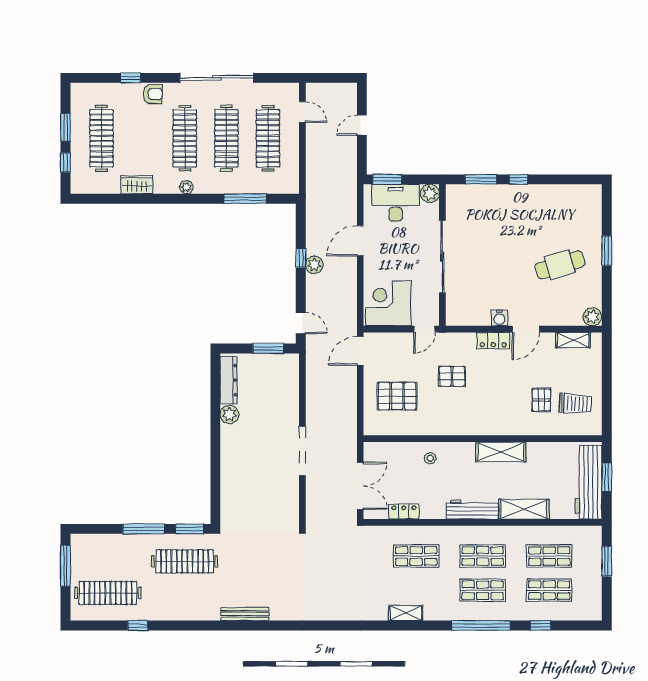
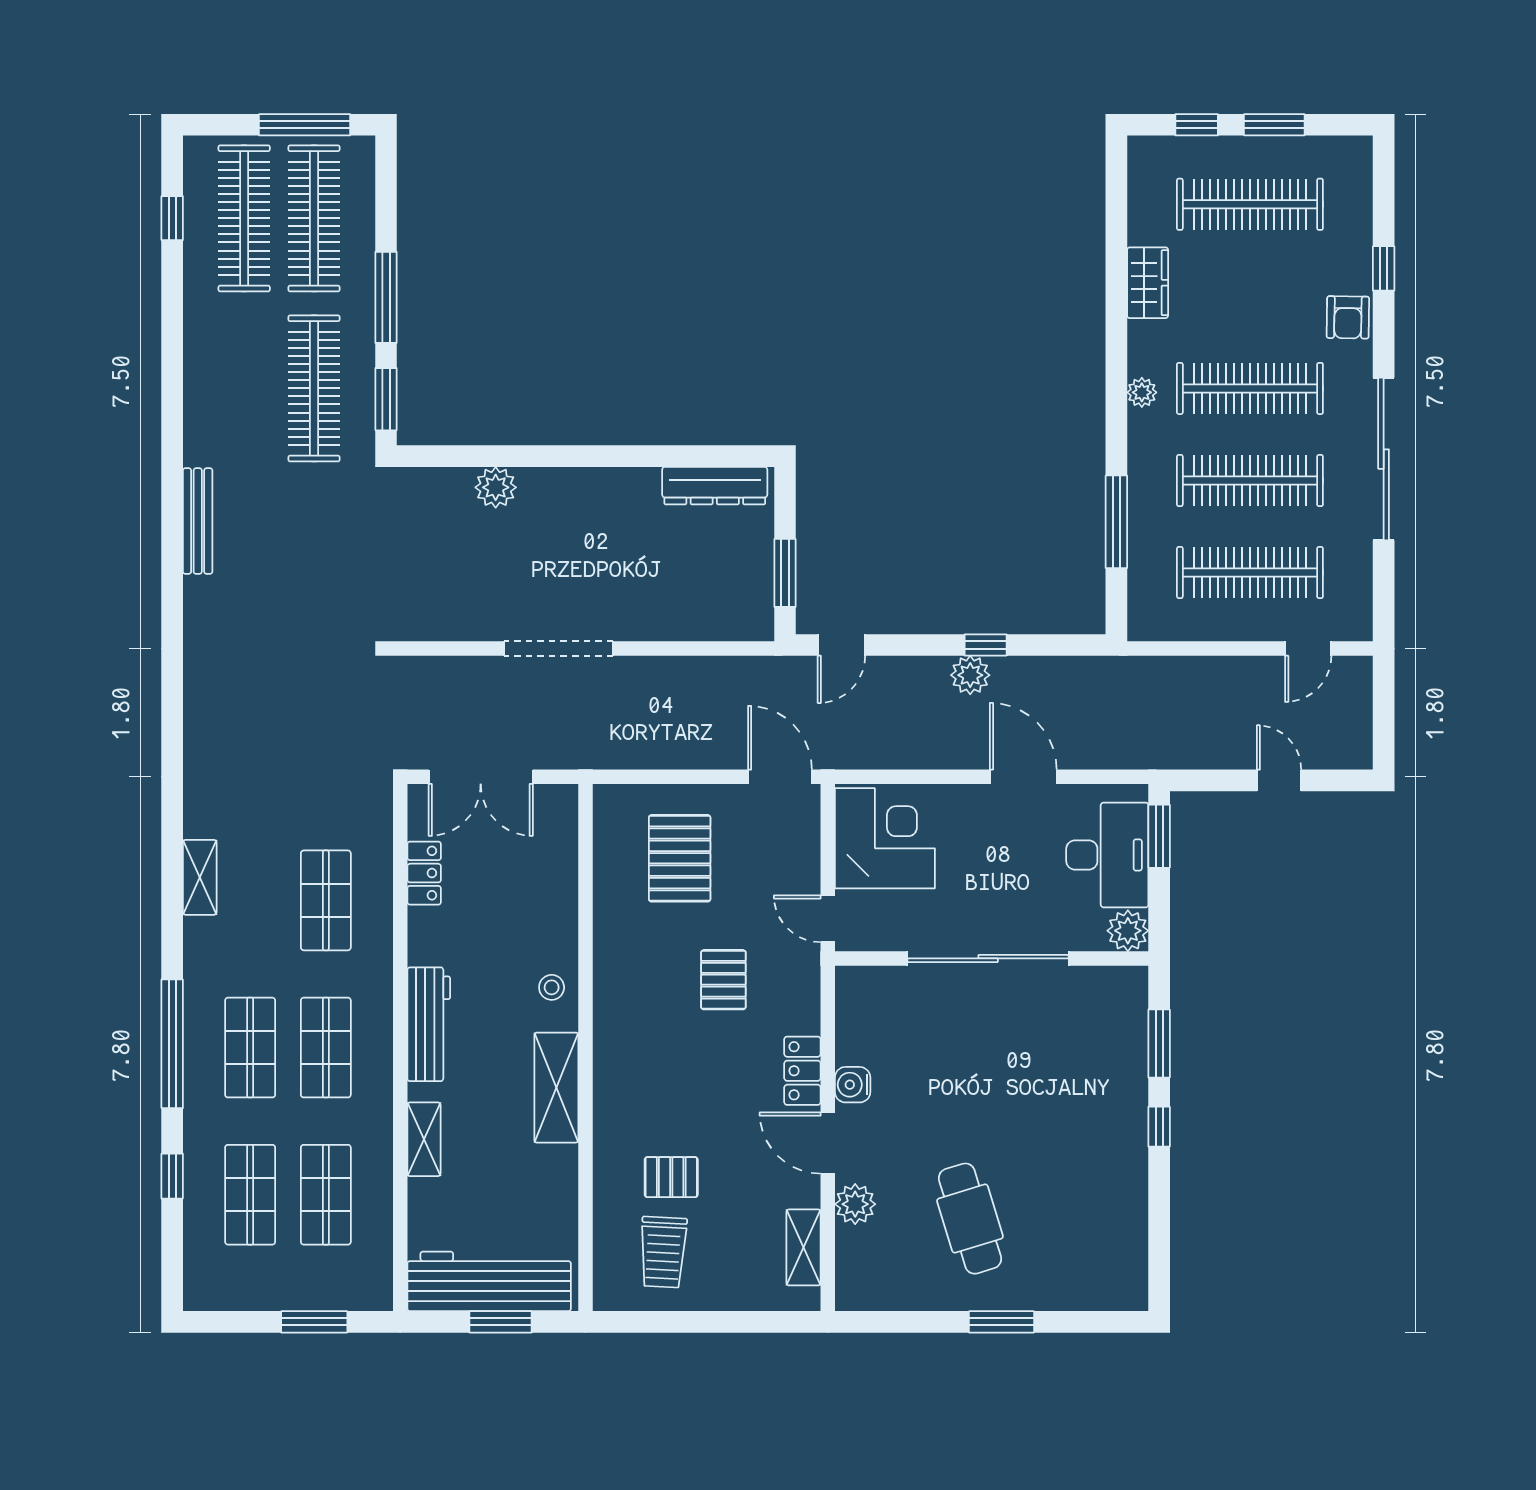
plant: (592, 317) -> (855, 1204), moved
plant: (229, 415) -> (496, 487), moved
stool: (430, 458) -> (552, 987), moved
shelving: (524, 509) -> (424, 1139), width x0.67, depth x0.75
clothes rail: (108, 561) -> (314, 218), added
window: (138, 625) -> (172, 218), moved

